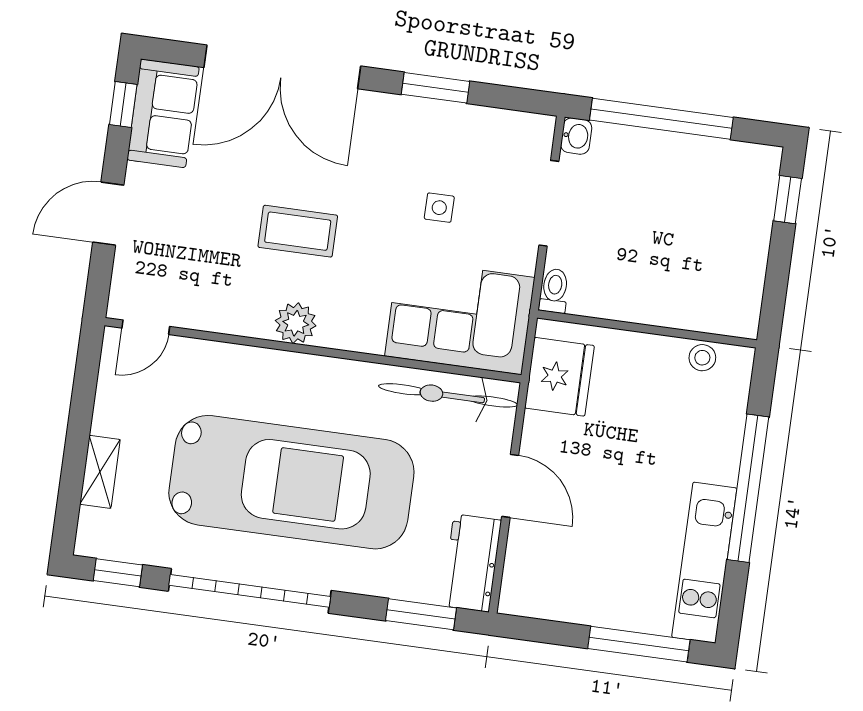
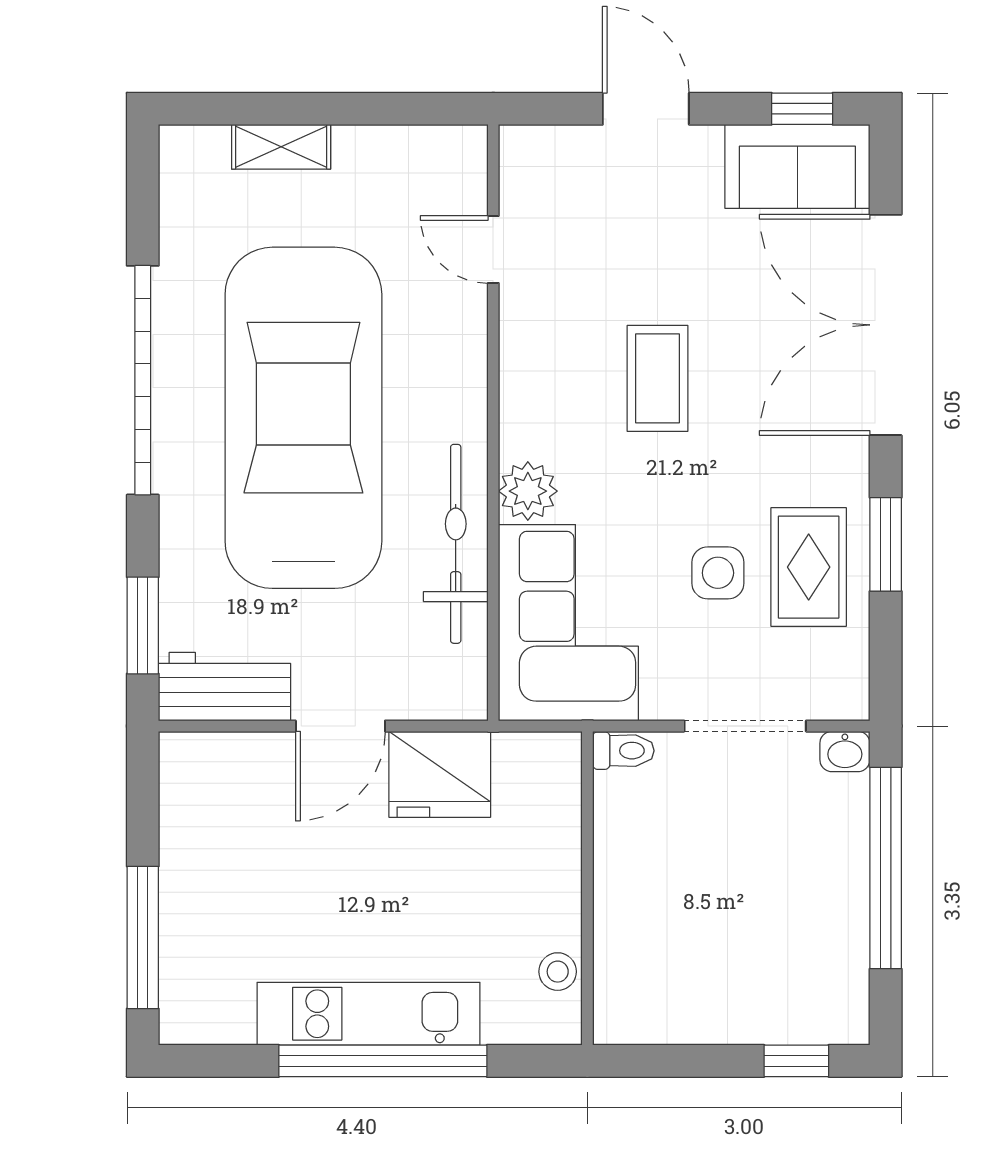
rug: (444, 144) -> (809, 567), added
side table: (439, 208) -> (718, 573), width x1.37, depth x1.37
plant: (296, 323) -> (528, 491), moved
door: (146, 327) -> (493, 249), moved
fridge: (559, 377) -> (440, 774), moved
bicycle: (448, 395) -> (456, 544), moved
car: (291, 482) -> (303, 418), turned 180
kitchen unit: (704, 563) -> (369, 1014), moved
window: (118, 573) -> (143, 191), removed

